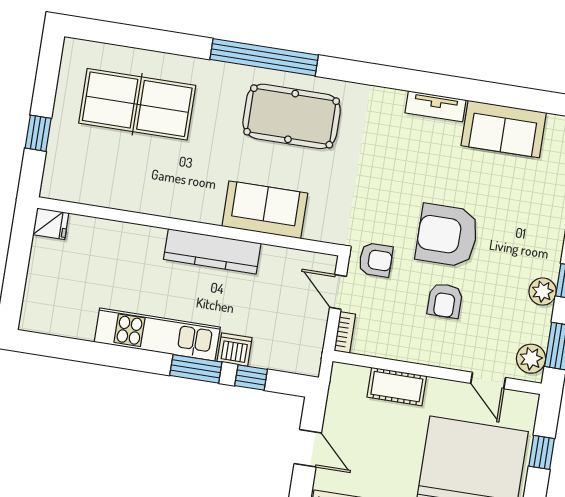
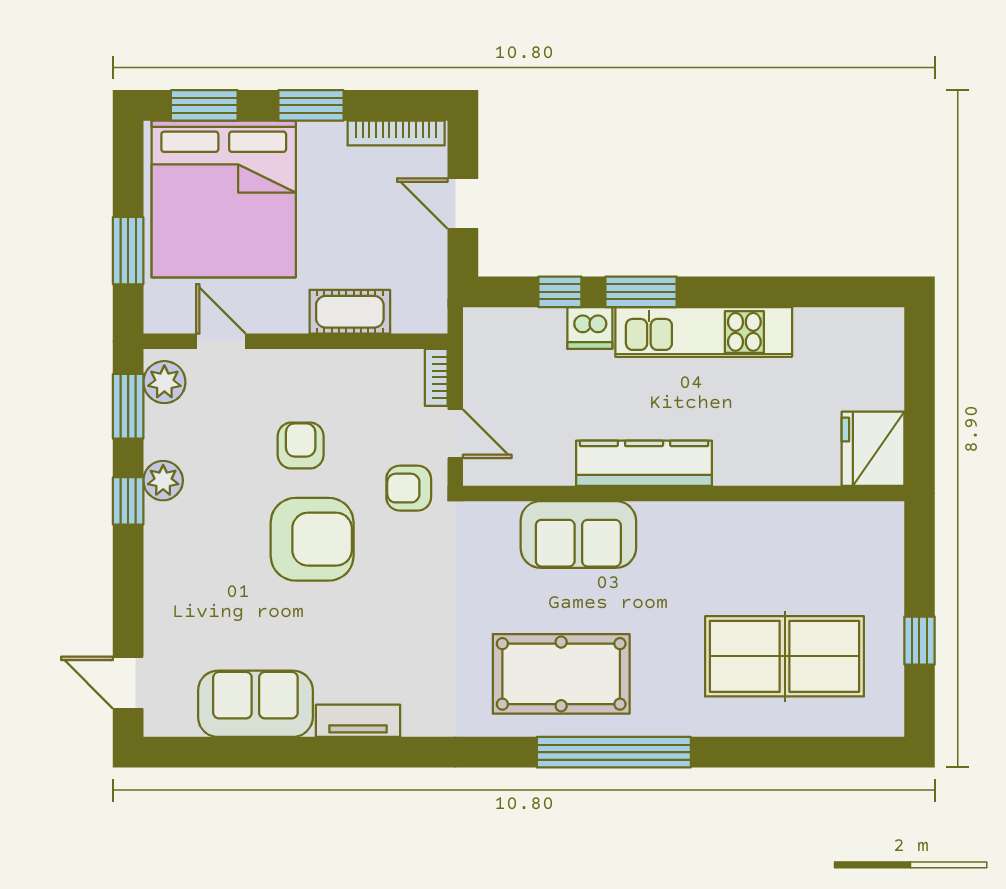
window: (38, 133) -> (919, 641), moved
fridge: (51, 224) -> (873, 449), width x1.88, depth x1.34
window: (542, 452) -> (128, 251), width x1.50

